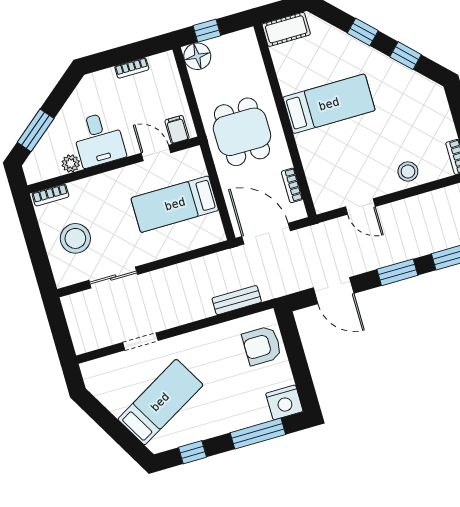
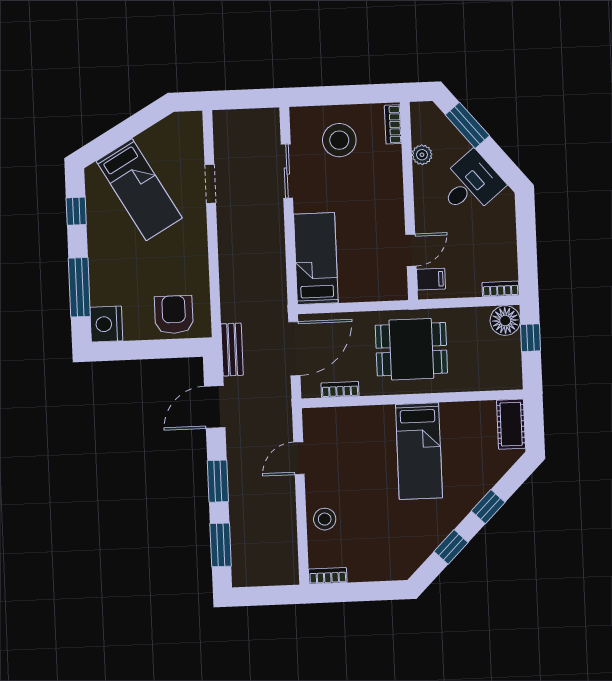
bookcase: (132, 68) -> (501, 289), moved, turned 90
desk: (99, 139) -> (470, 184), moved, turned 141
bed: (175, 204) -> (316, 259), moved
bench: (237, 300) -> (232, 350), moved

